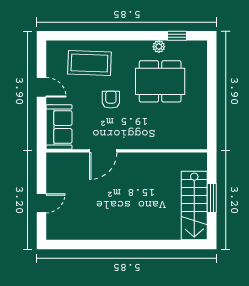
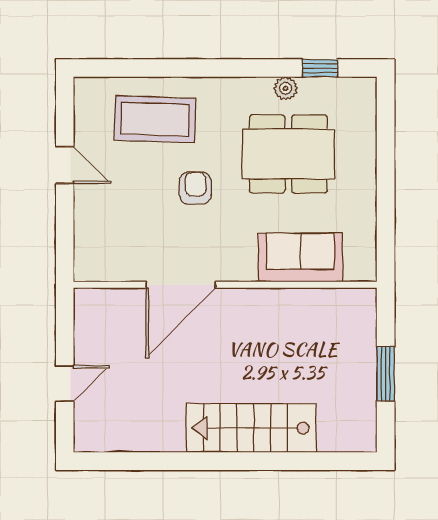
sofa: (59, 127) -> (300, 258), moved, turned -90
door: (103, 151) -> (181, 285), width x1.36
stairs: (194, 205) -> (251, 428), moved, turned 90

